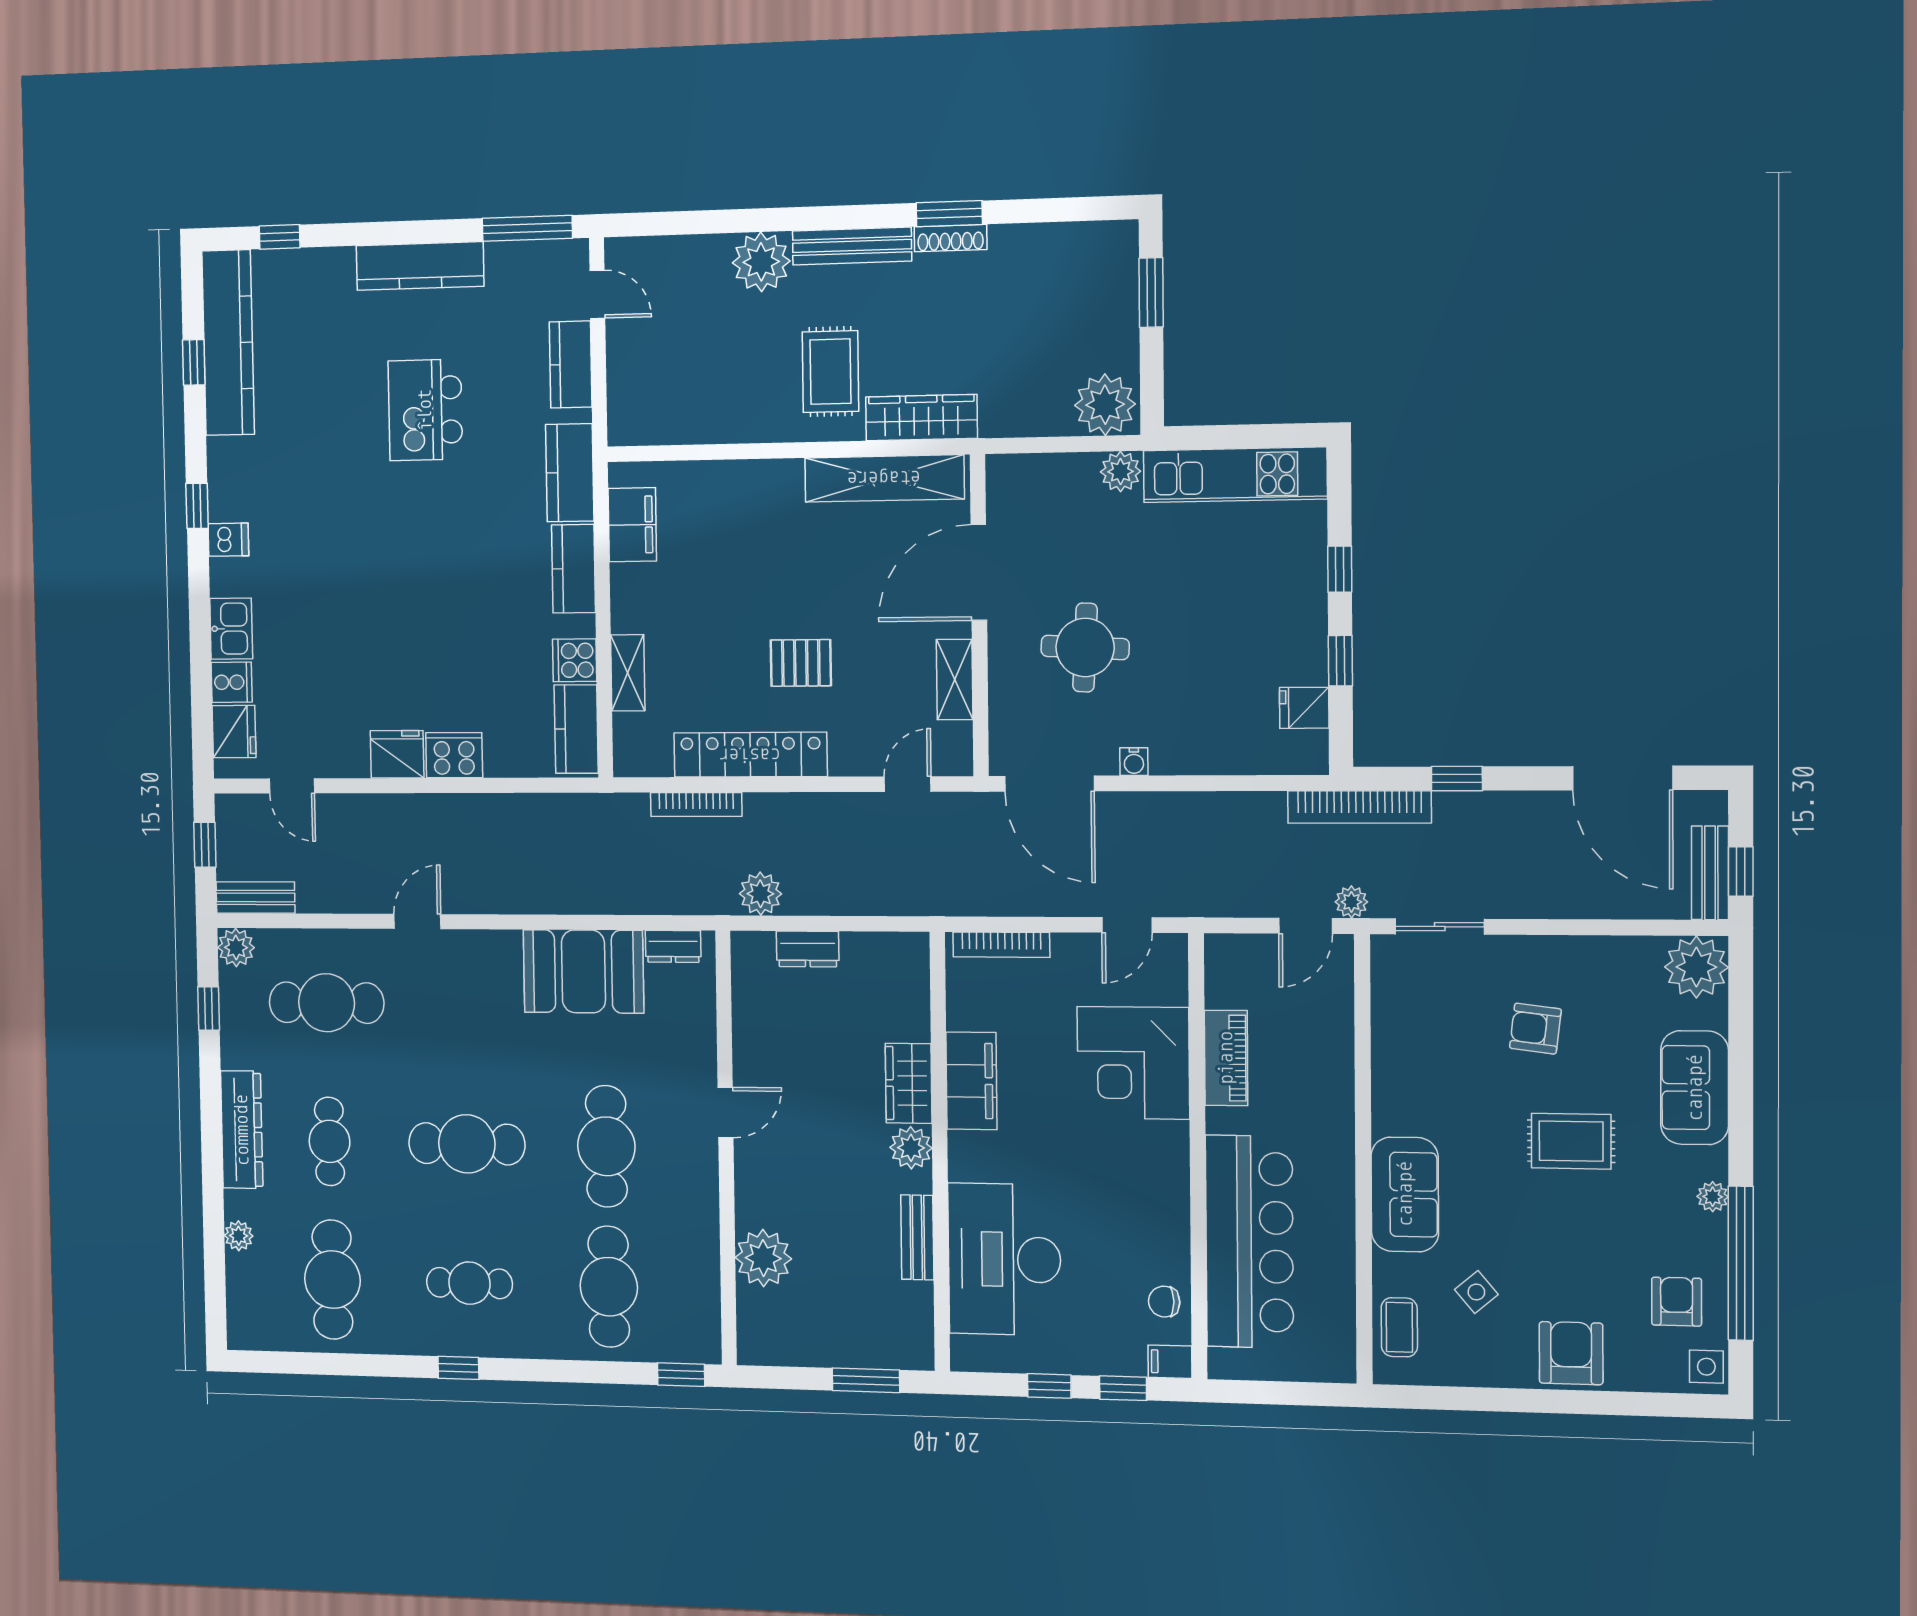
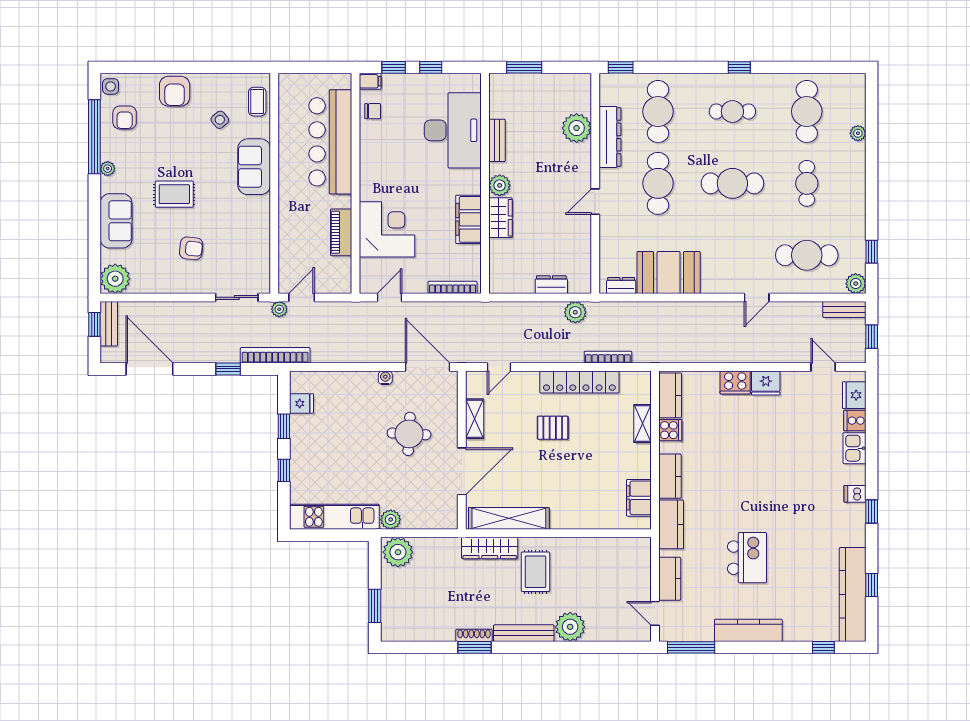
dresser: (242, 1130) -> (610, 137), moved, turned 180

